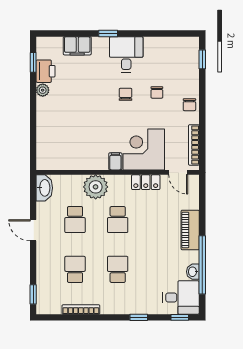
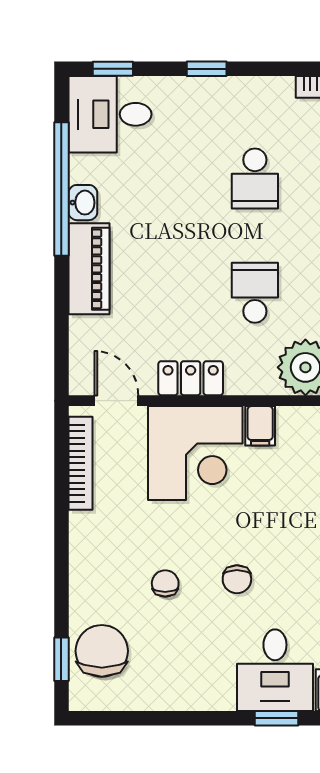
desk: (126, 55) -> (275, 670), moved
chair: (189, 105) -> (102, 651), moved, width x1.87, depth x1.87
washbasin: (193, 272) -> (83, 203), moved

